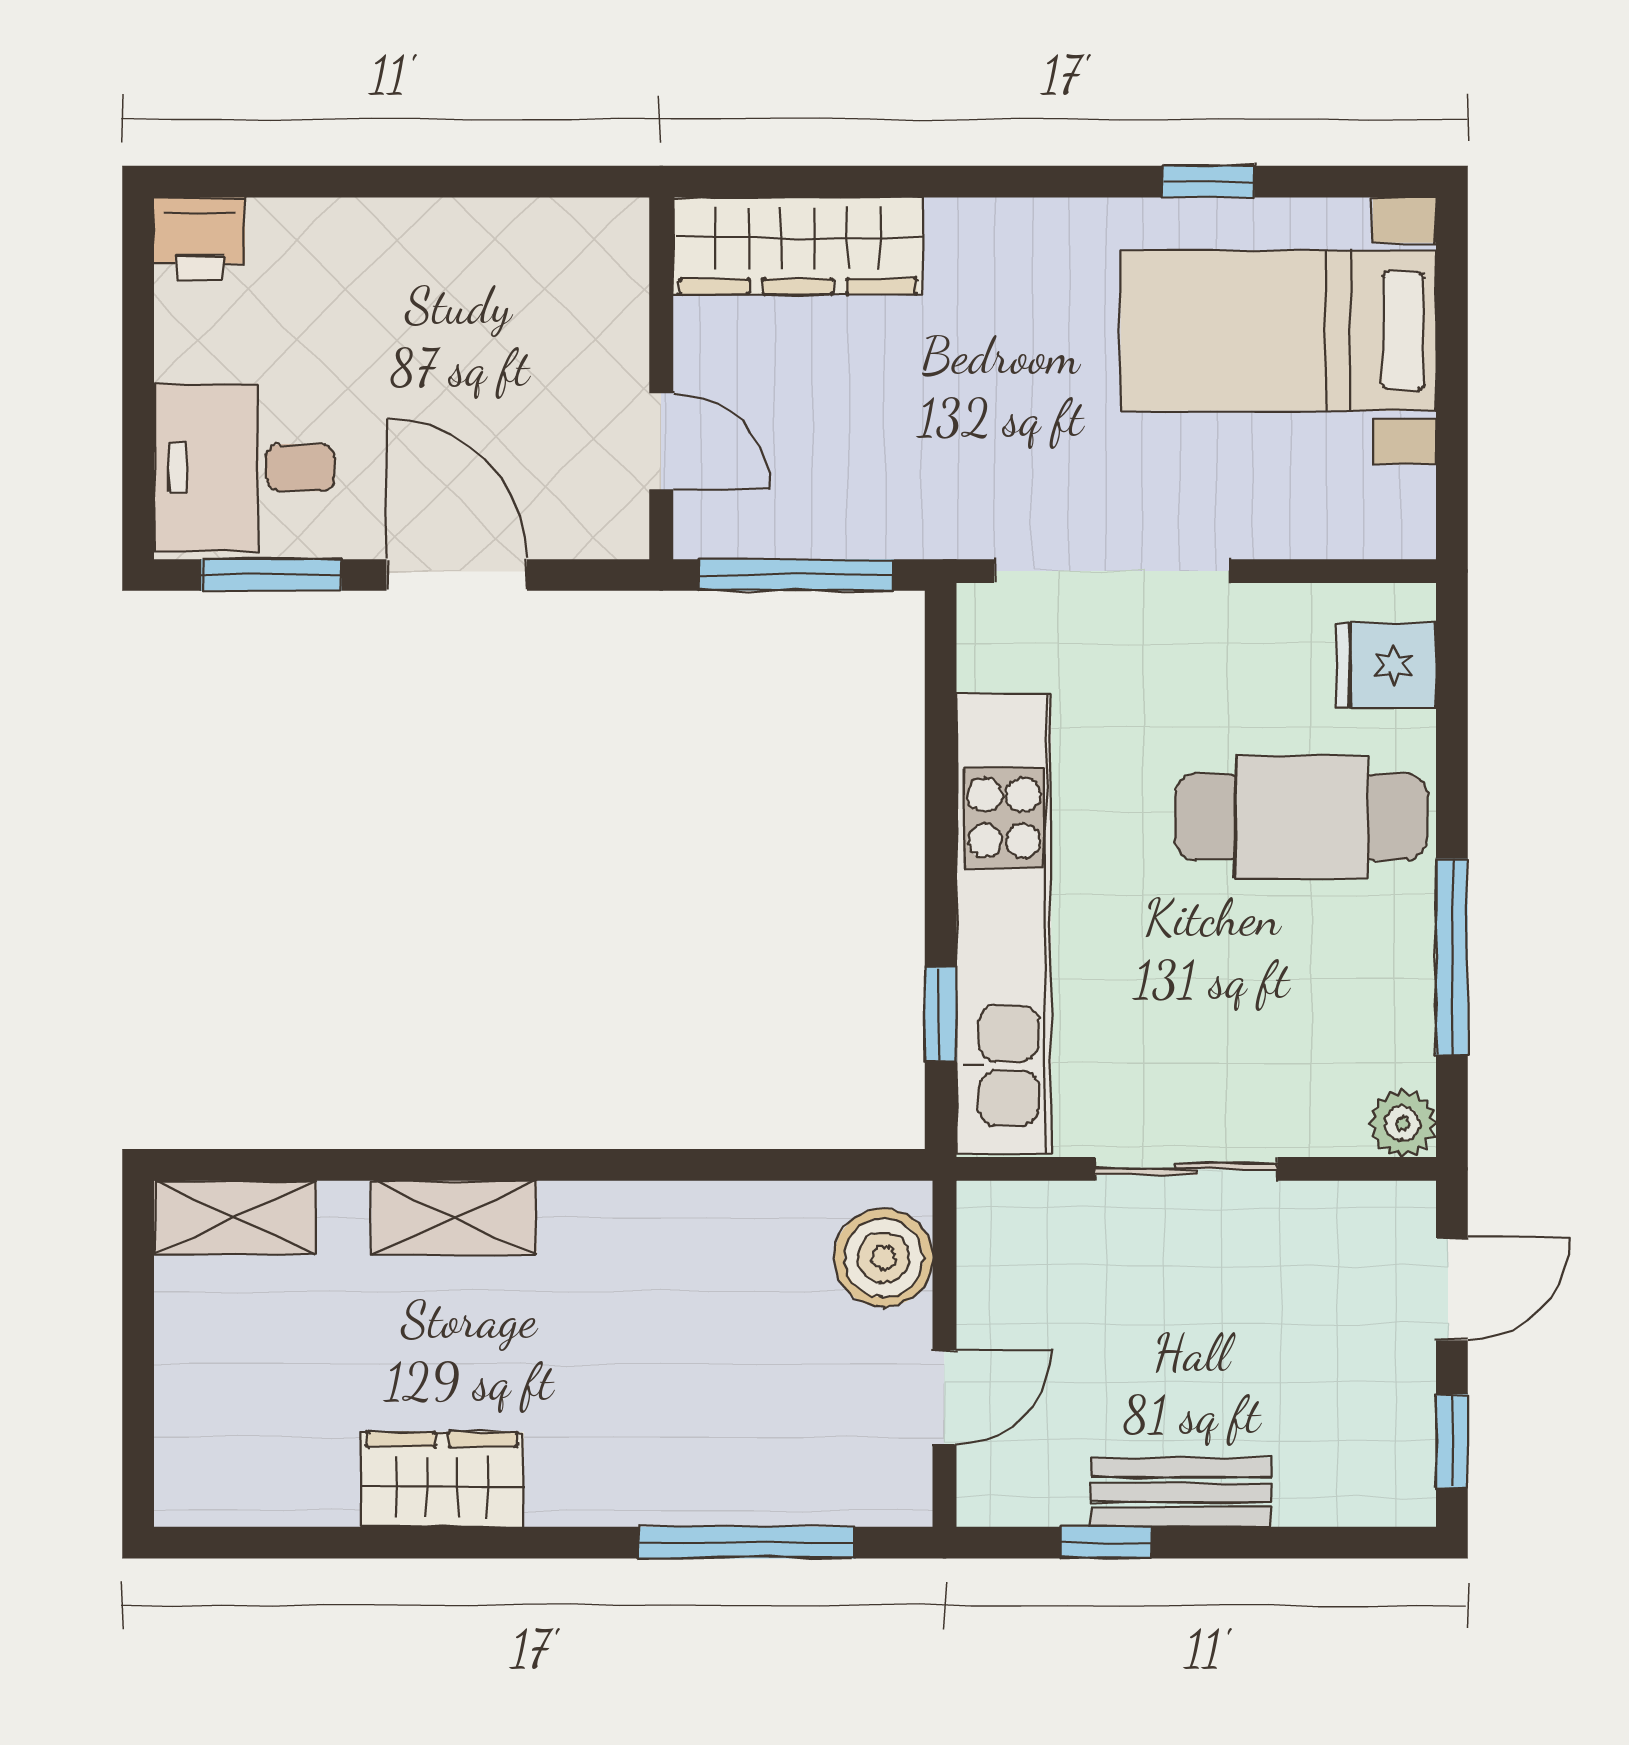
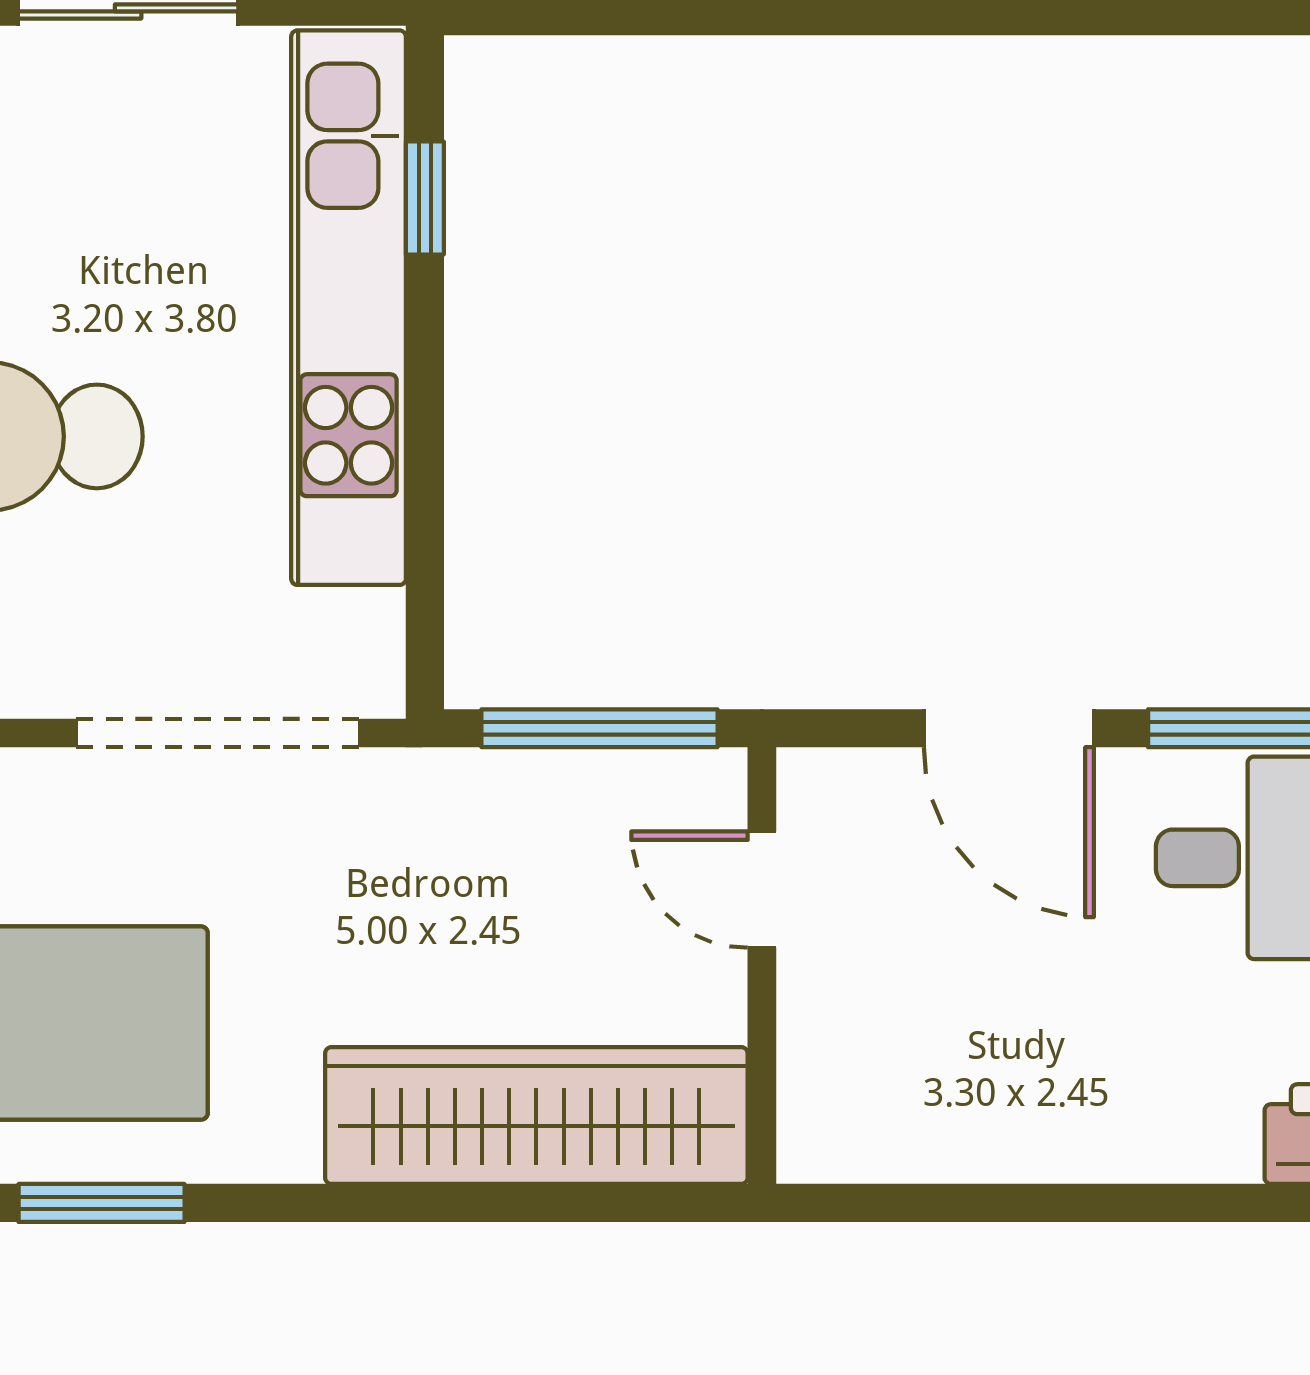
window: (1208, 182) -> (102, 1203), width x1.50
wardrobe: (798, 246) -> (536, 1116), width x1.40, depth x1.17

